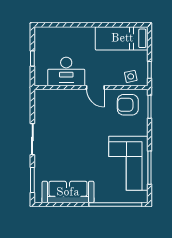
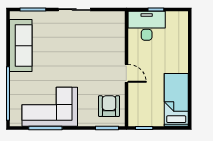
desk: (66, 71) -> (147, 26), moved, turned 90
side table: (131, 76) -> (138, 109), removed
door: (95, 87) -> (126, 73), swing flipped

